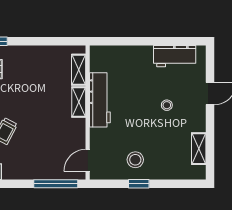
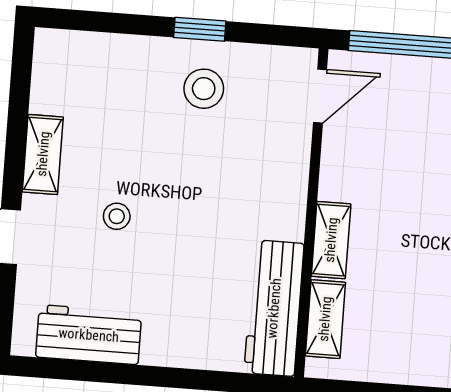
workbench: (100, 100) -> (274, 308), moved
shelving: (199, 149) -> (43, 154), moved

